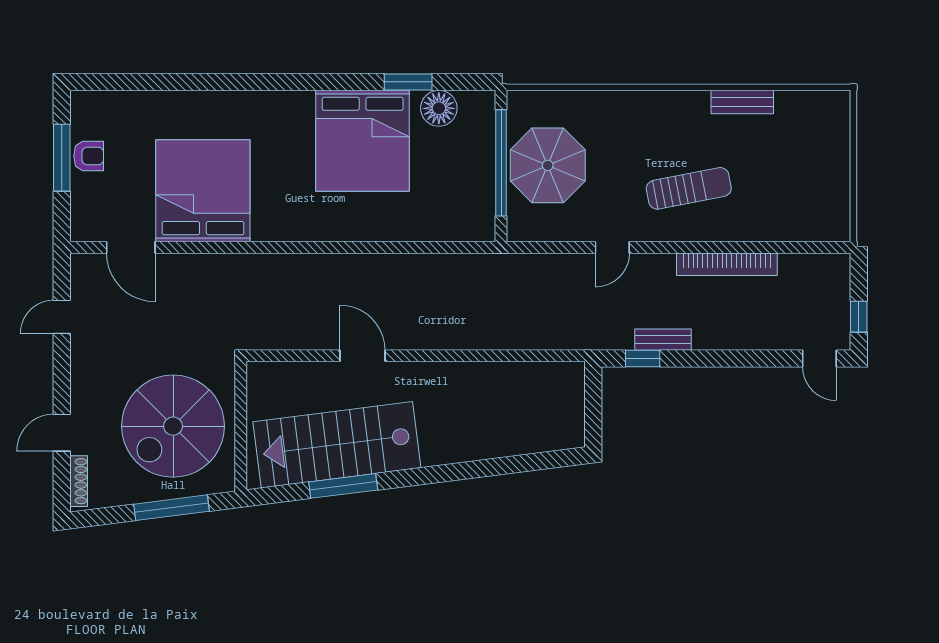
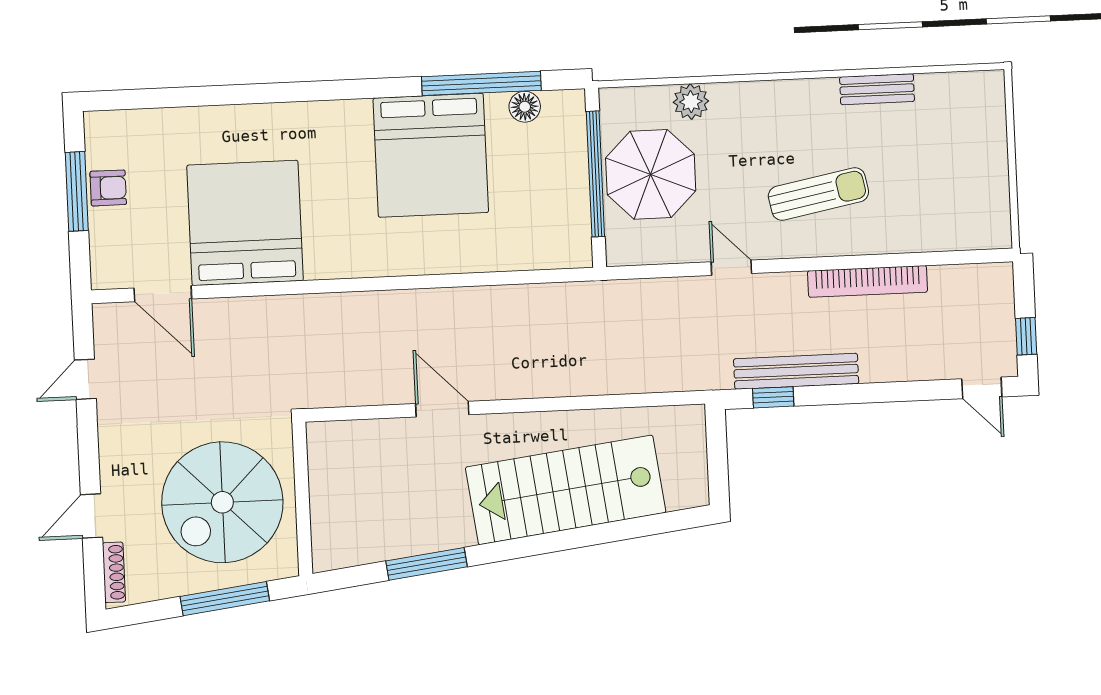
window: (408, 82) -> (481, 83), width x2.11
plant: (584, 105) -> (691, 102), added
floor lamp: (439, 108) -> (525, 107), width x0.73, depth x0.73
door: (612, 247) -> (731, 268), swing flipped
bench: (663, 340) -> (796, 371), width x1.86, depth x1.21
stairs: (337, 445) -> (566, 490), moved

